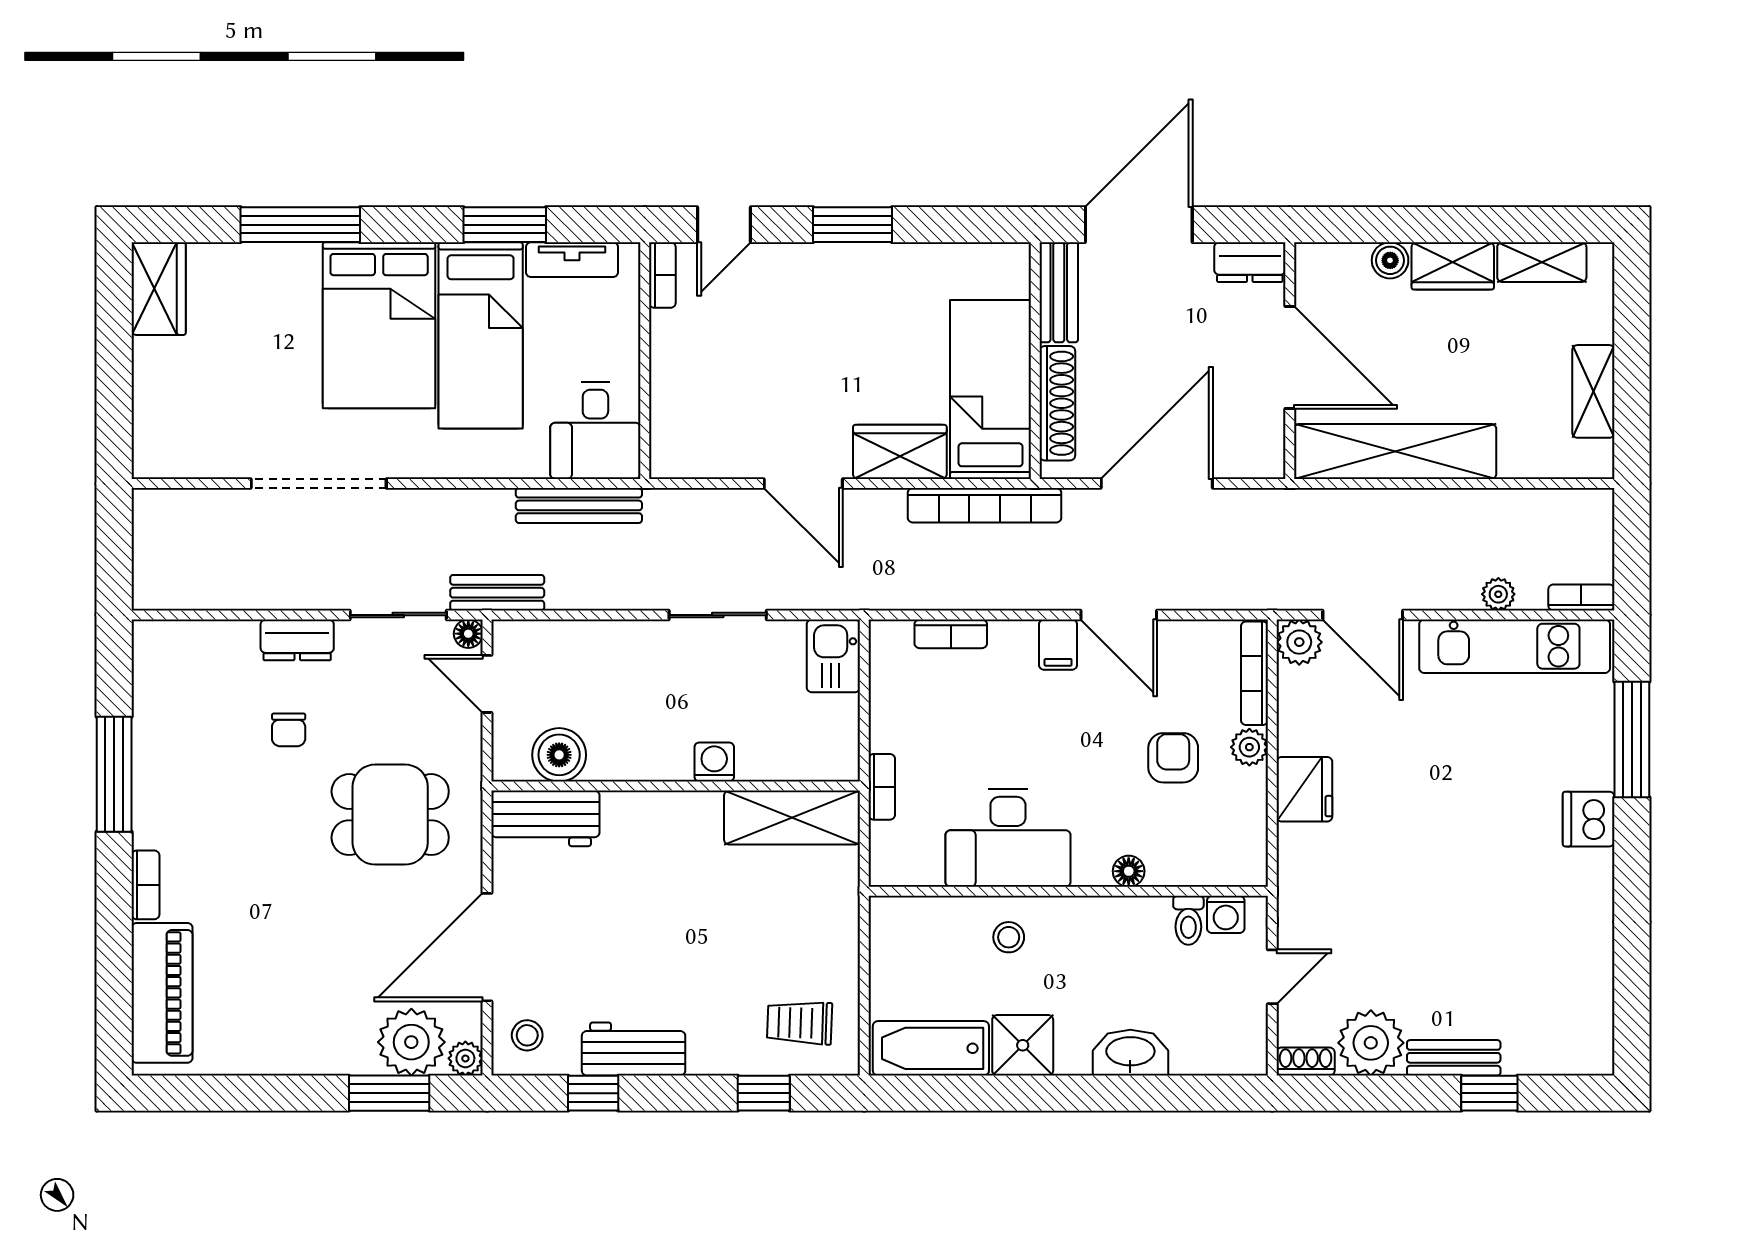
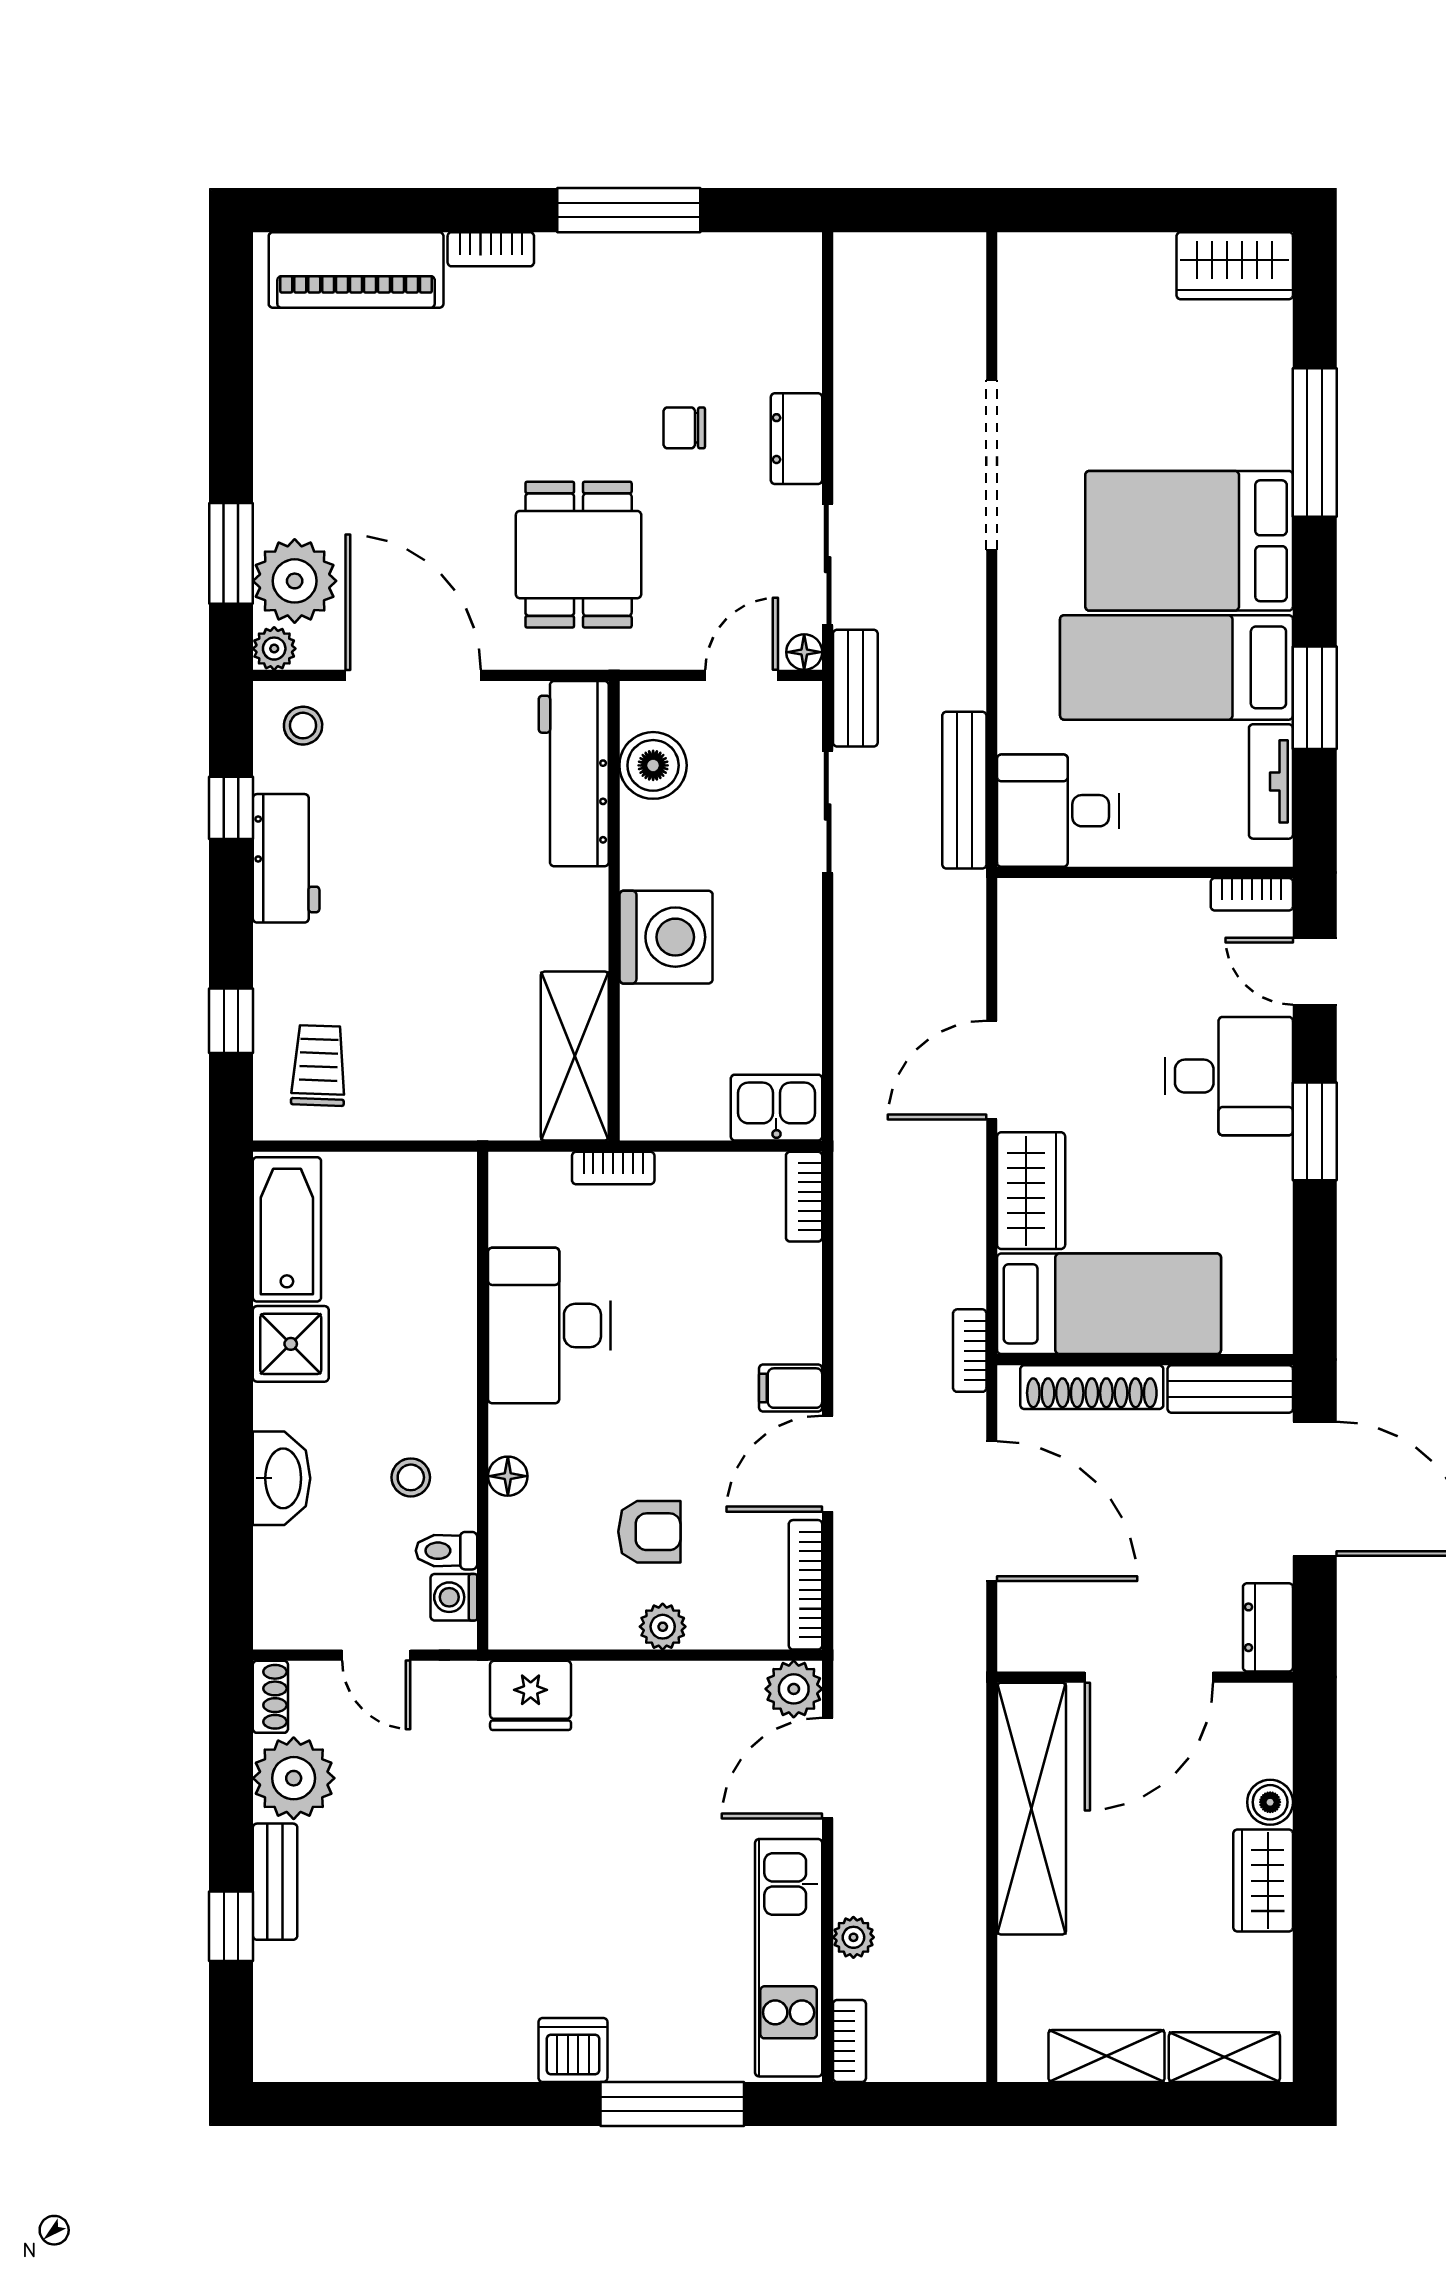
shelving: (1542, 262) -> (1224, 2057), moved, turned 90
desk: (808, 293) -> (1229, 1076), added
bookcase: (985, 505) -> (970, 1351), width x0.43, depth x0.76
sliding door: (718, 615) -> (828, 812), moved
bookcase: (951, 634) -> (804, 1197), moved
bookcase: (1254, 673) -> (805, 1585), moved, turned -90
washing machine: (714, 762) -> (666, 937), width x1.89, depth x1.89
fridge: (1304, 789) -> (531, 1695), moved
workbench: (545, 818) -> (574, 774), width x1.38
stool: (1009, 937) -> (411, 1477), moved

